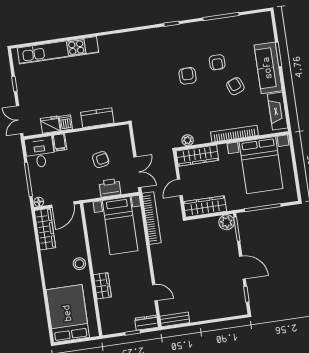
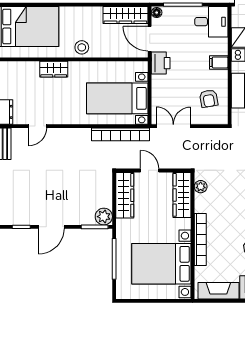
filing cabinet: (60, 142) -> (219, 62), moved
armchair: (101, 160) -> (209, 99), moved
double door: (137, 172) -> (173, 126), swing flipped
printer: (110, 188) -> (161, 63), moved

